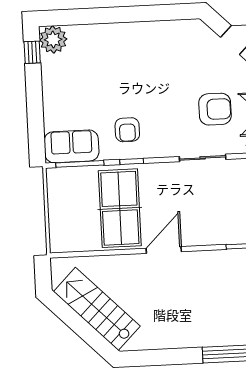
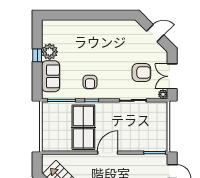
plant: (53, 40) -> (50, 52), moved
window: (32, 52) -> (37, 55), moved
sofa: (71, 146) -> (51, 76), moved, turned 90

